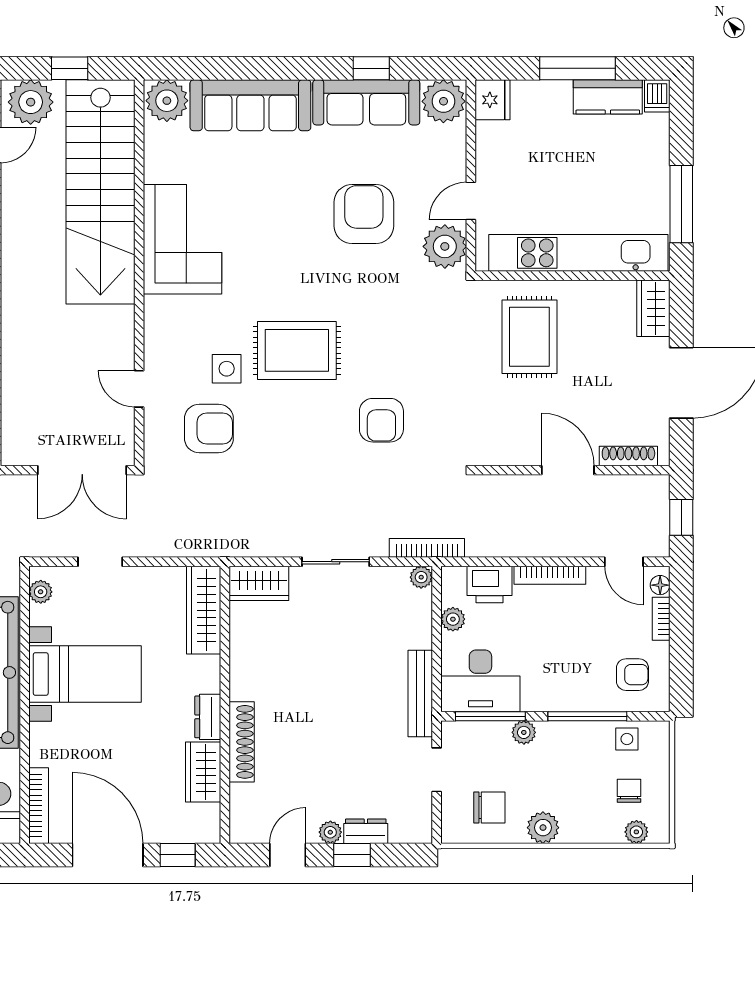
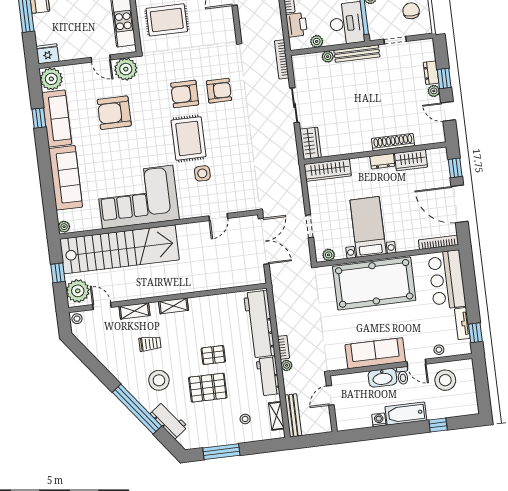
plant: (167, 101) -> (64, 227), width x0.53, depth x0.53
corner sofa: (183, 239) -> (138, 197), width x1.36, depth x1.36
armchair: (209, 428) -> (185, 94), moved, turned -90
plant: (421, 577) -> (328, 57), moved
door: (108, 855) -> (460, 204), hinge flipped

